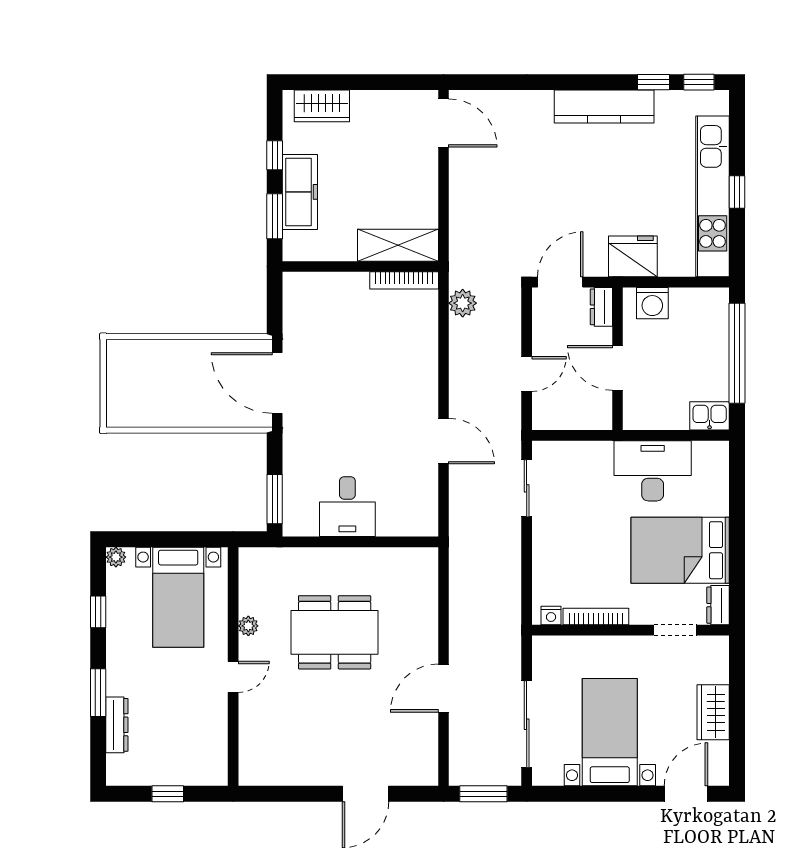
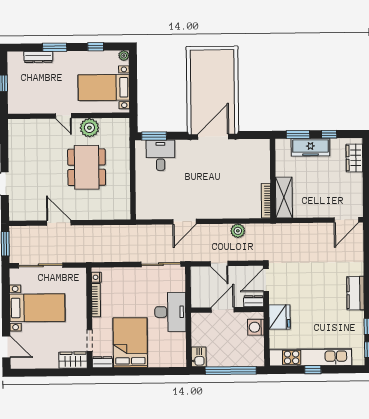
kitchen counter: (604, 106) -> (355, 293), width x0.67
door: (560, 282) -> (266, 280), swing flipped
plant: (463, 303) -> (238, 231), moved
desk: (653, 471) -> (170, 312), moved
sliding door: (527, 488) -> (161, 264), width x1.37
desk: (347, 507) -> (161, 155), moved, turned 90
plant: (248, 626) -> (89, 128), width x1.88, depth x1.88
wardrobe: (713, 712) -> (73, 360), moved

